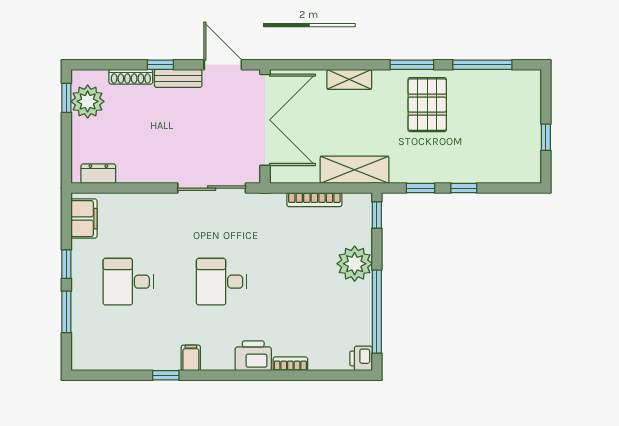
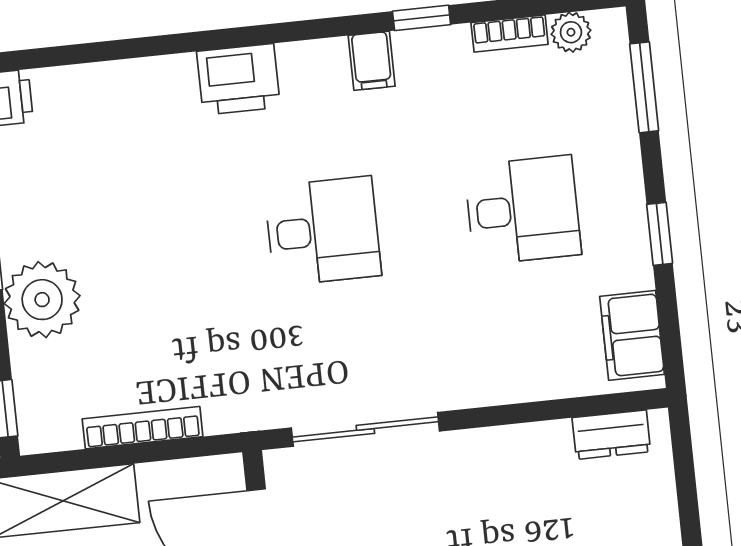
window: (66, 312) -> (644, 87), moved
plant: (97, 361) -> (571, 32), added
bookcase: (290, 364) -> (510, 33), moved

